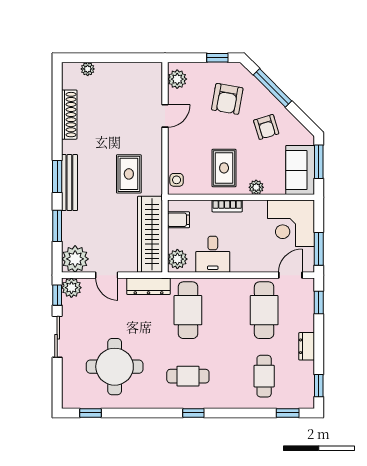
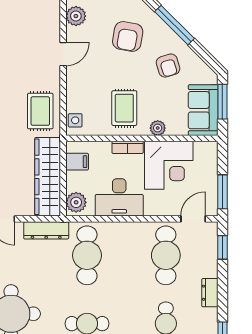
rug: (129, 174) -> (40, 111), moved
corner desk: (291, 223) -> (169, 165), moved, turned -90
desk: (213, 254) -> (119, 197), width x1.37

